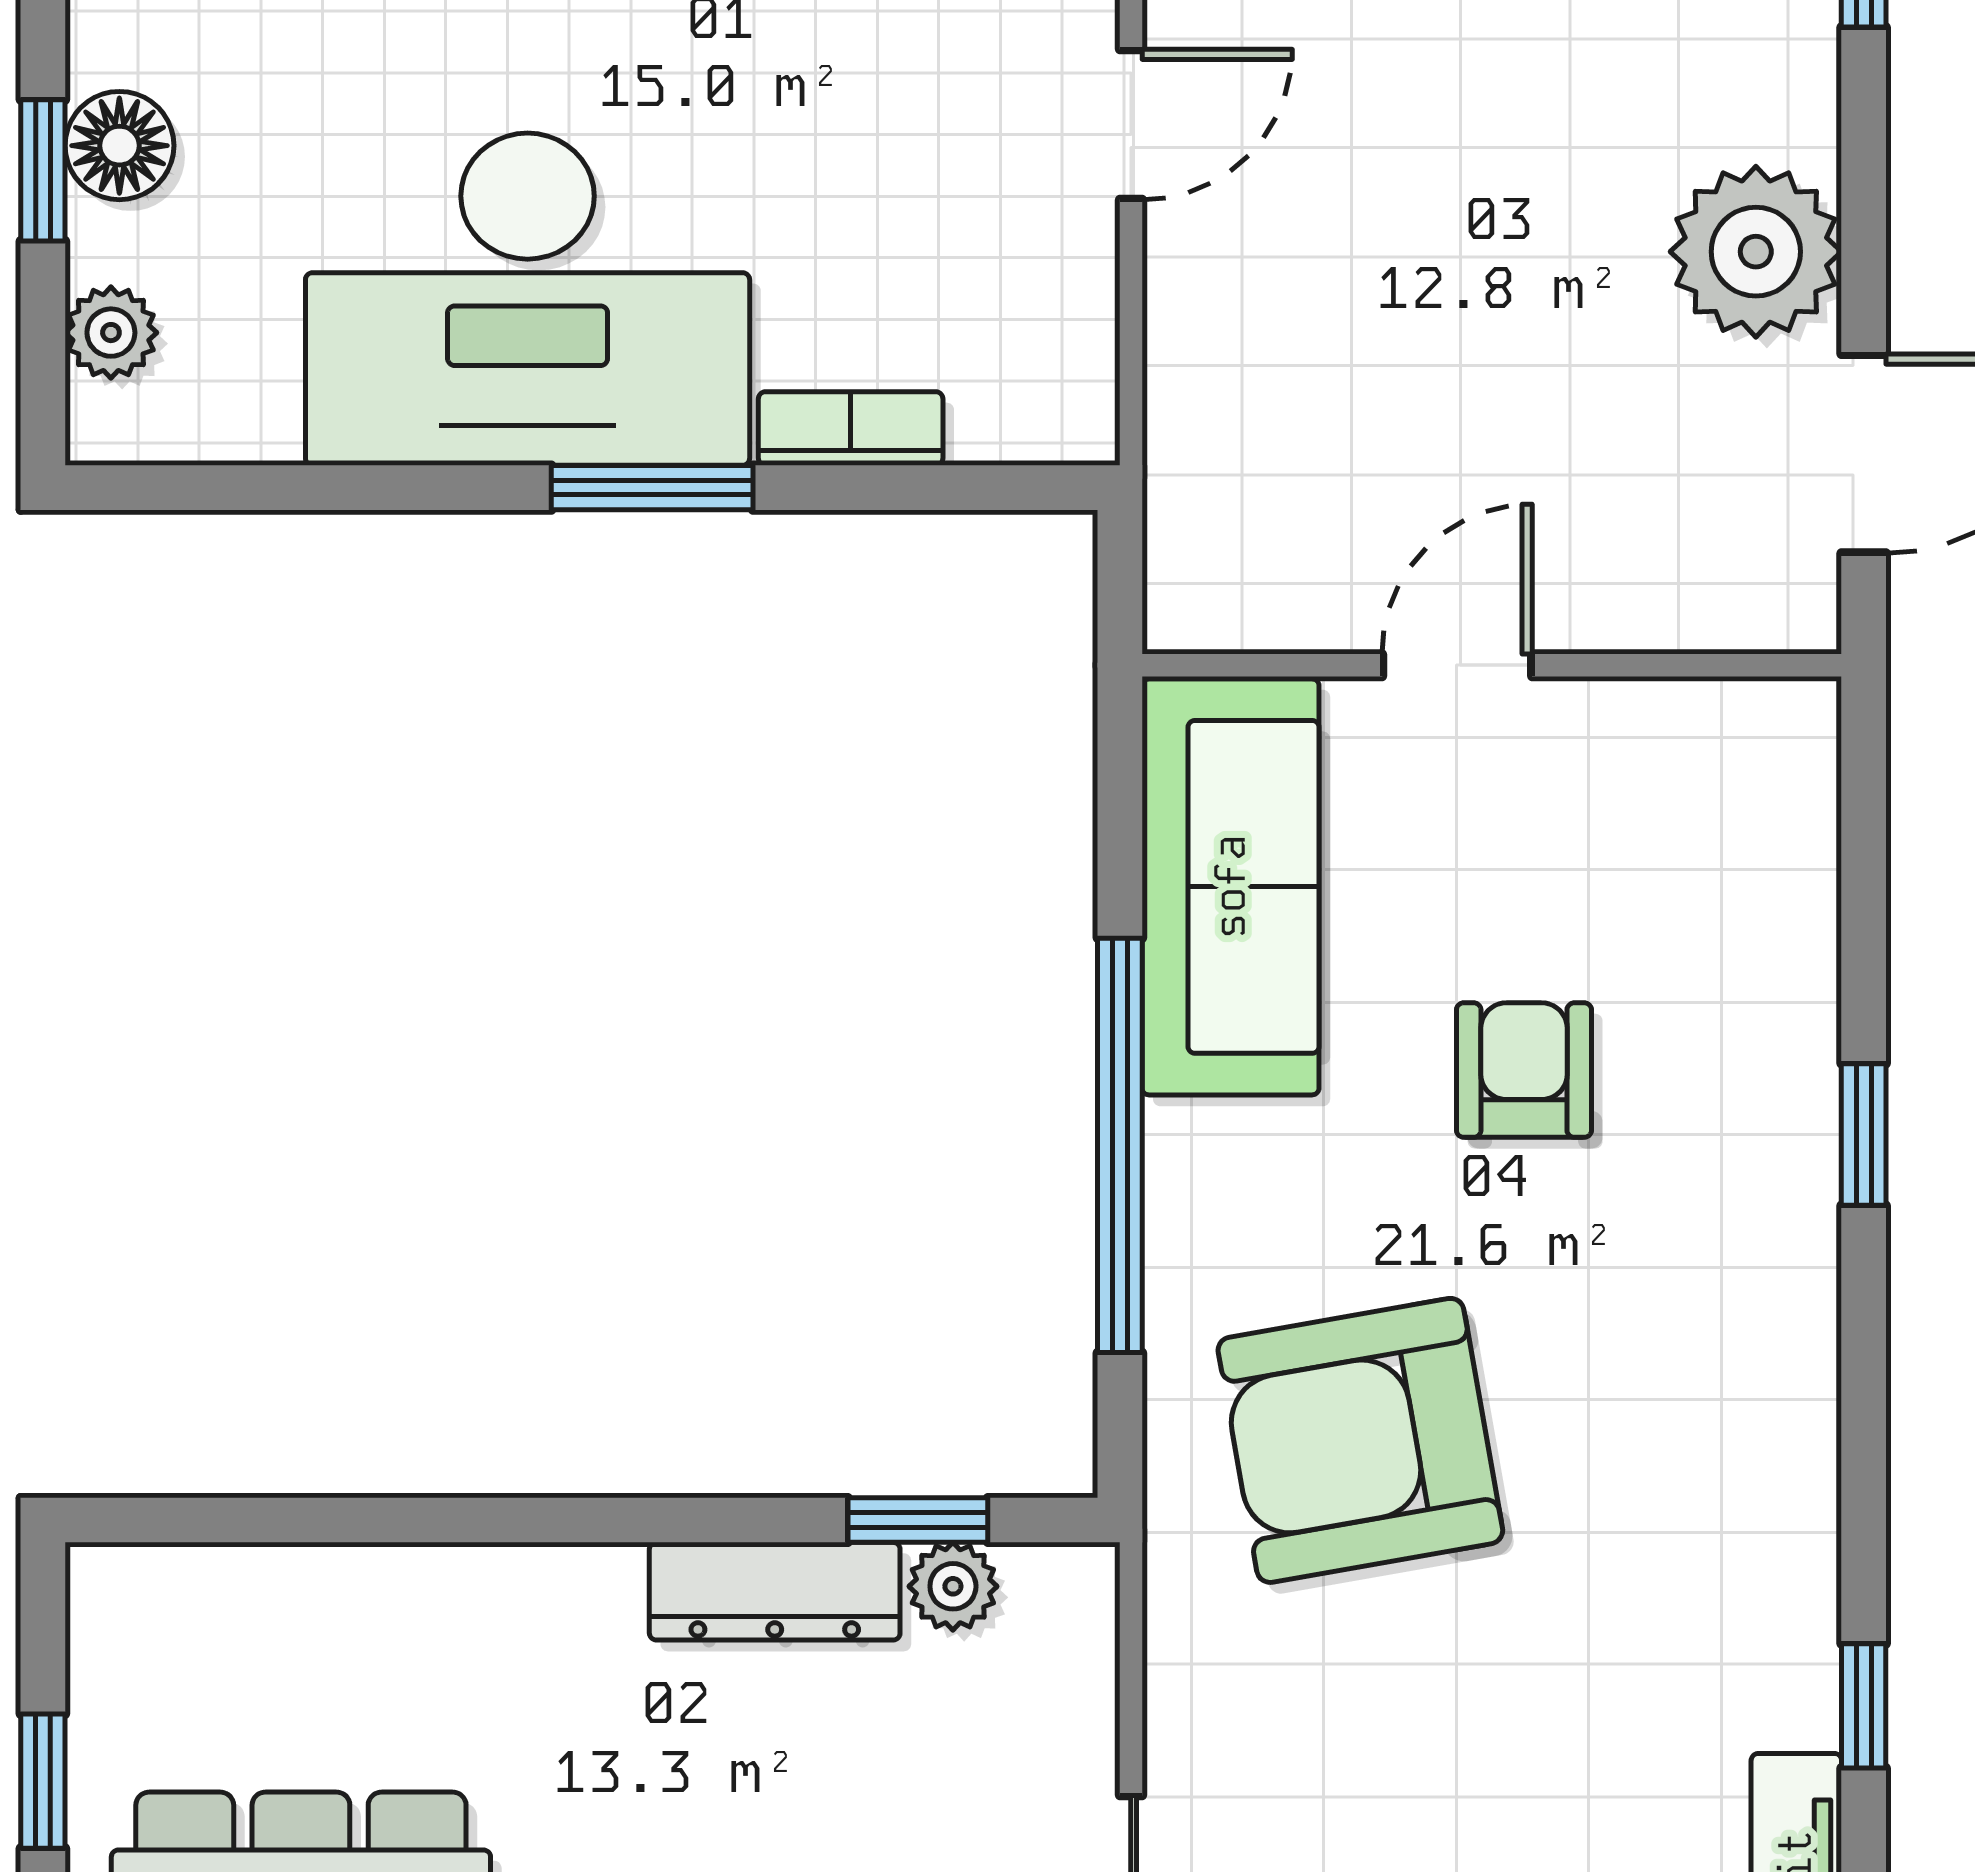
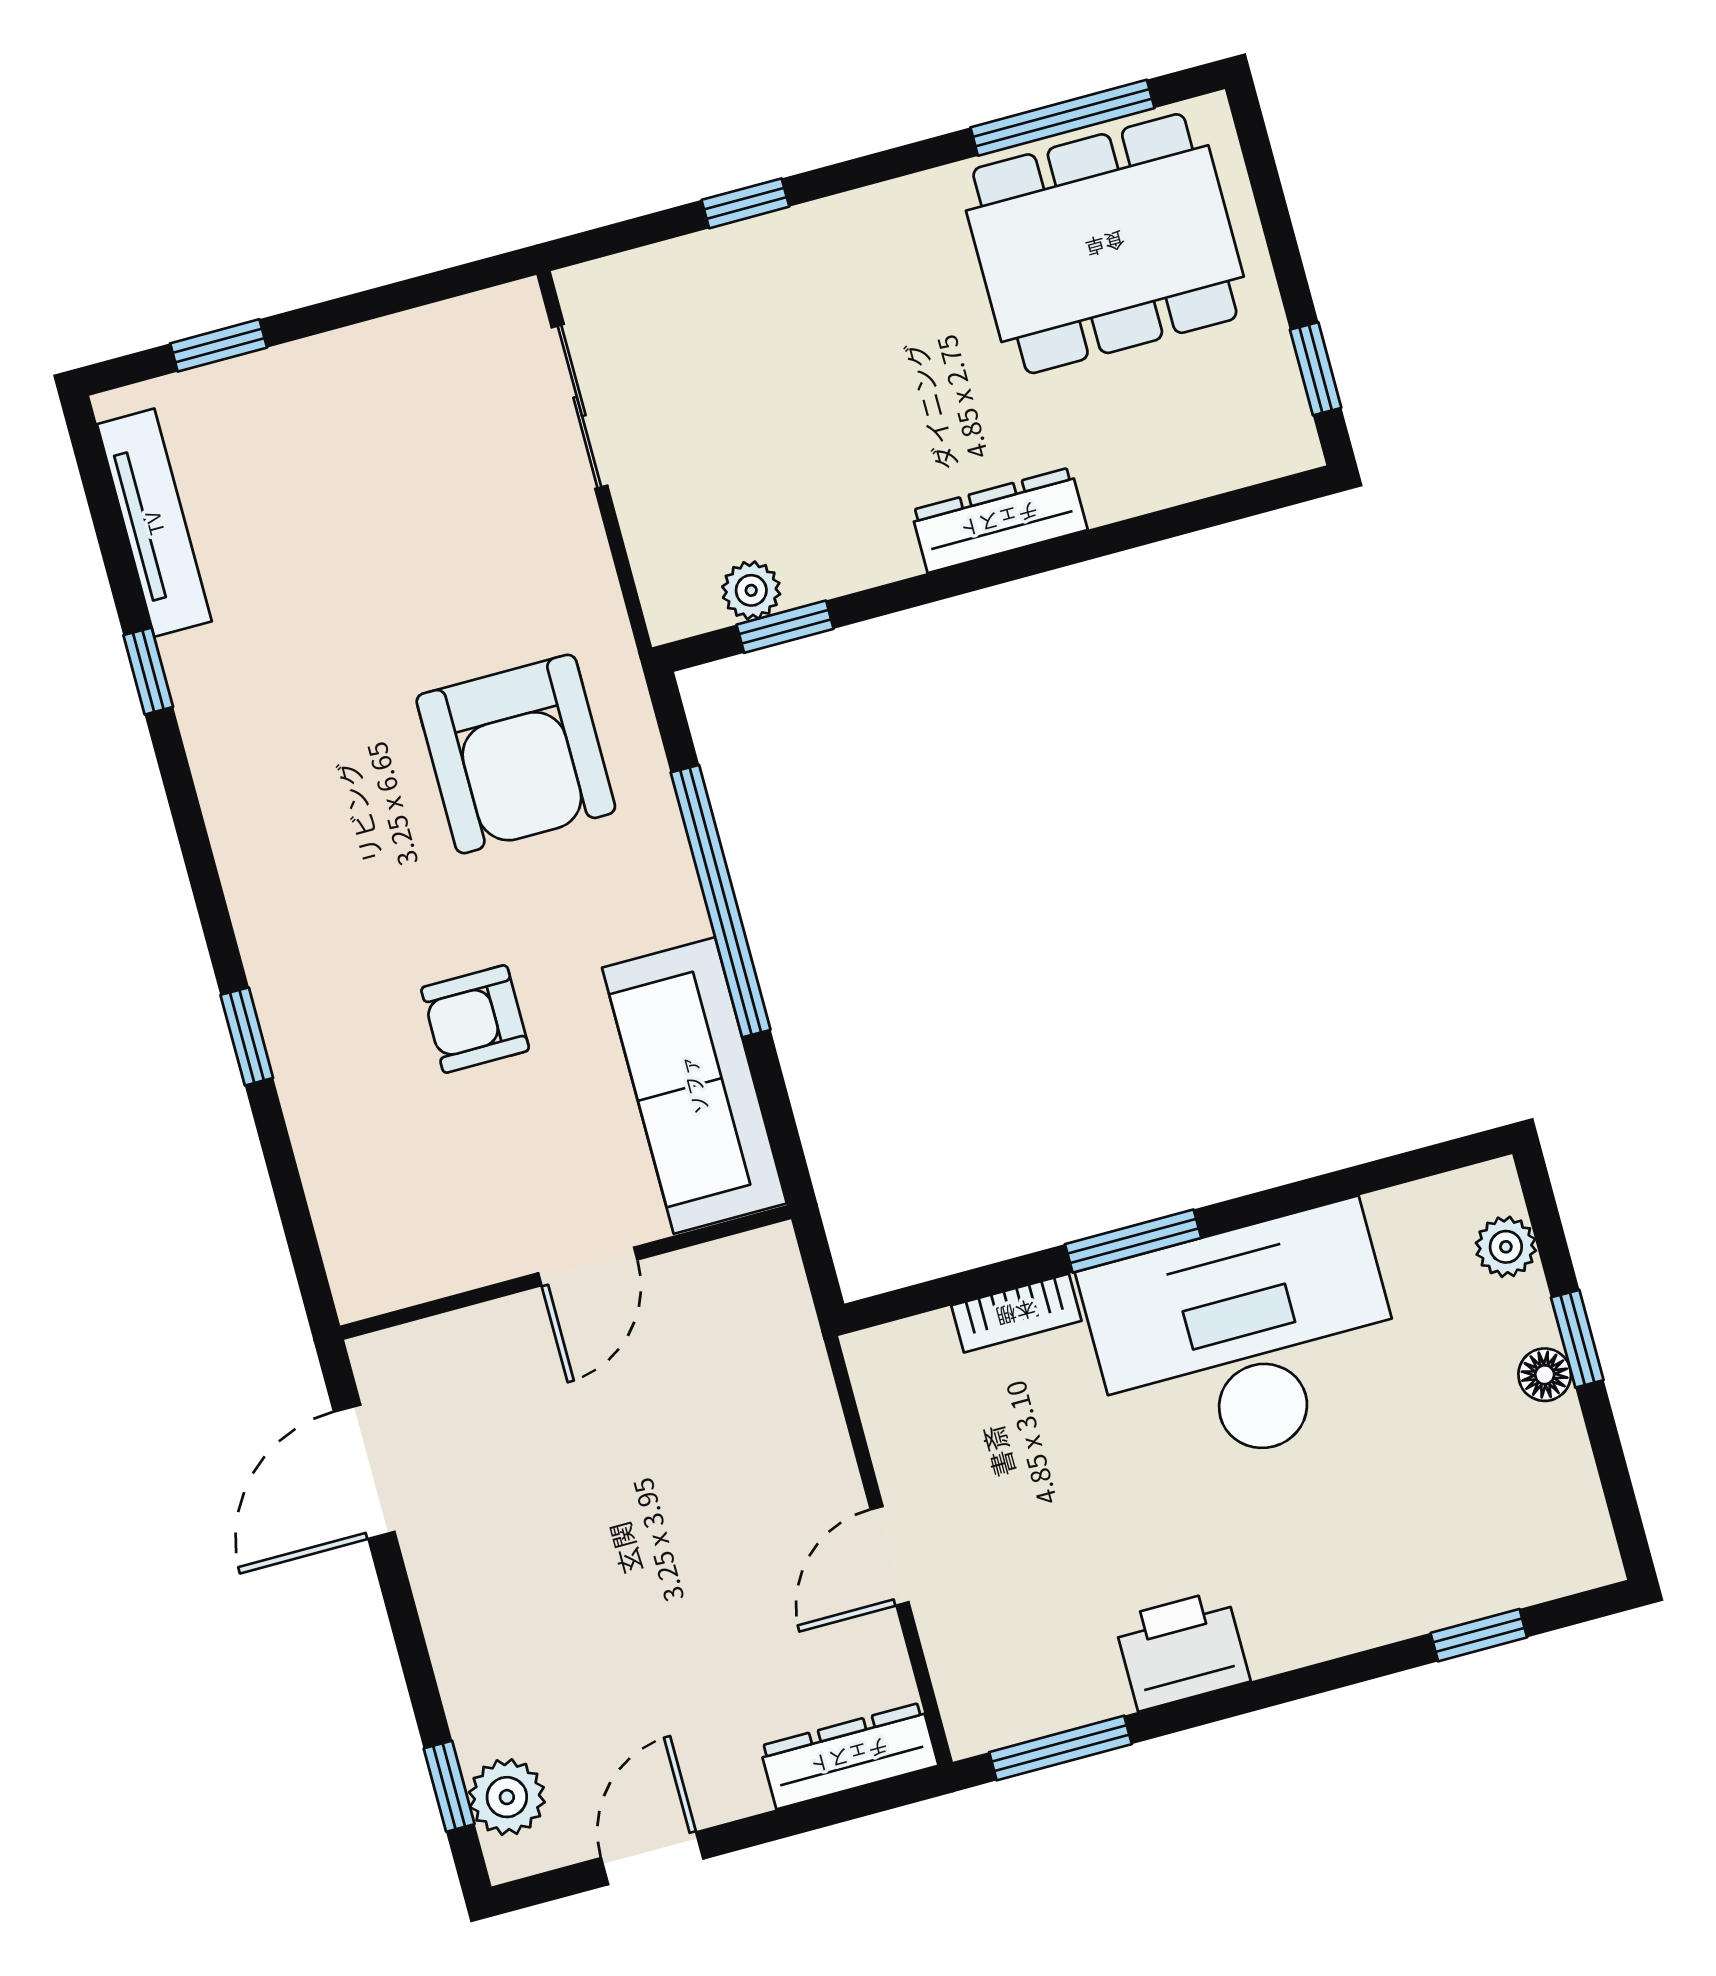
floor lamp: (119, 146) -> (1545, 1375), width x0.73, depth x0.73
plant: (1756, 252) -> (468, 1582), removed
armchair: (1524, 1070) -> (475, 1019), turned 90
armchair: (1360, 1440) -> (516, 754), turned 100
dresser: (775, 1591) -> (999, 520), moved
window: (43, 1781) -> (1316, 369), moved

